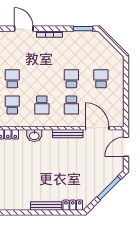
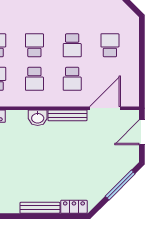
school desk: (42, 79) -> (34, 45), added
school desk: (71, 79) -> (72, 45), turned 180
door: (97, 128) -> (105, 108), hinge flipped
washbasin: (34, 136) -> (38, 118), moved

